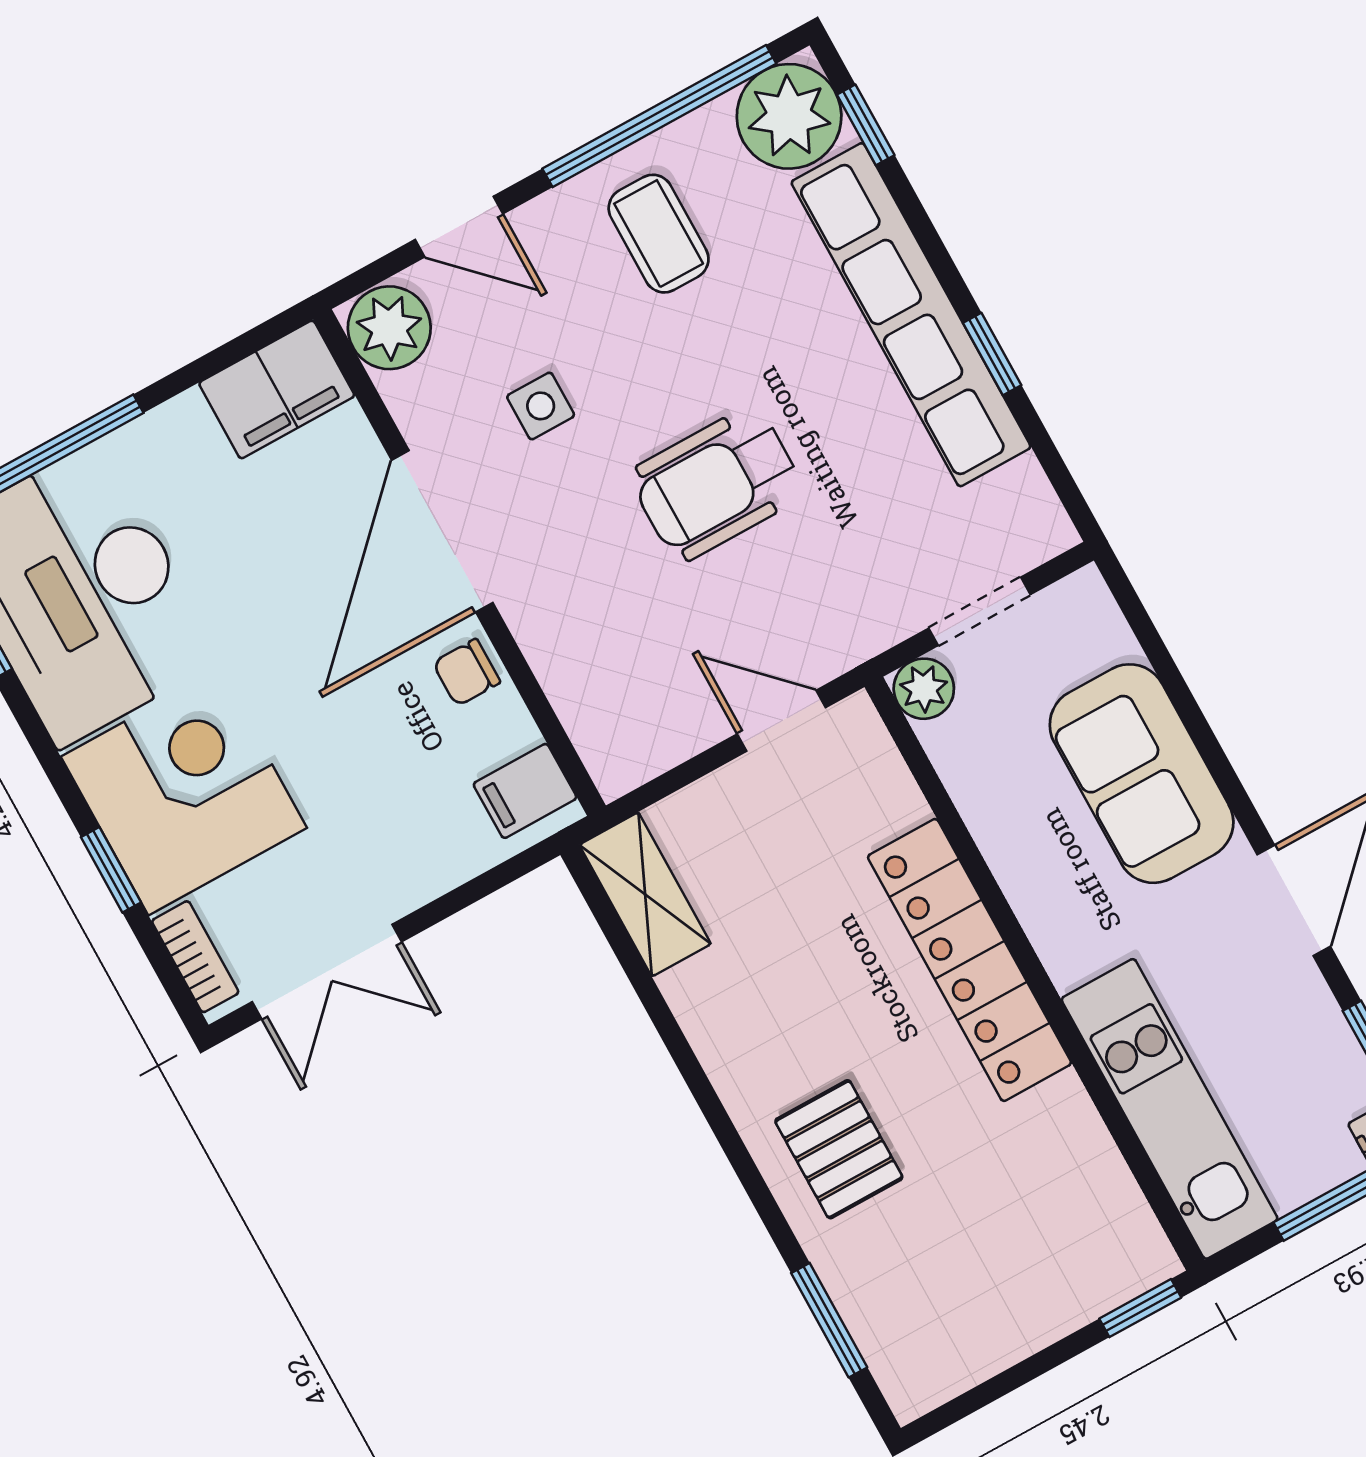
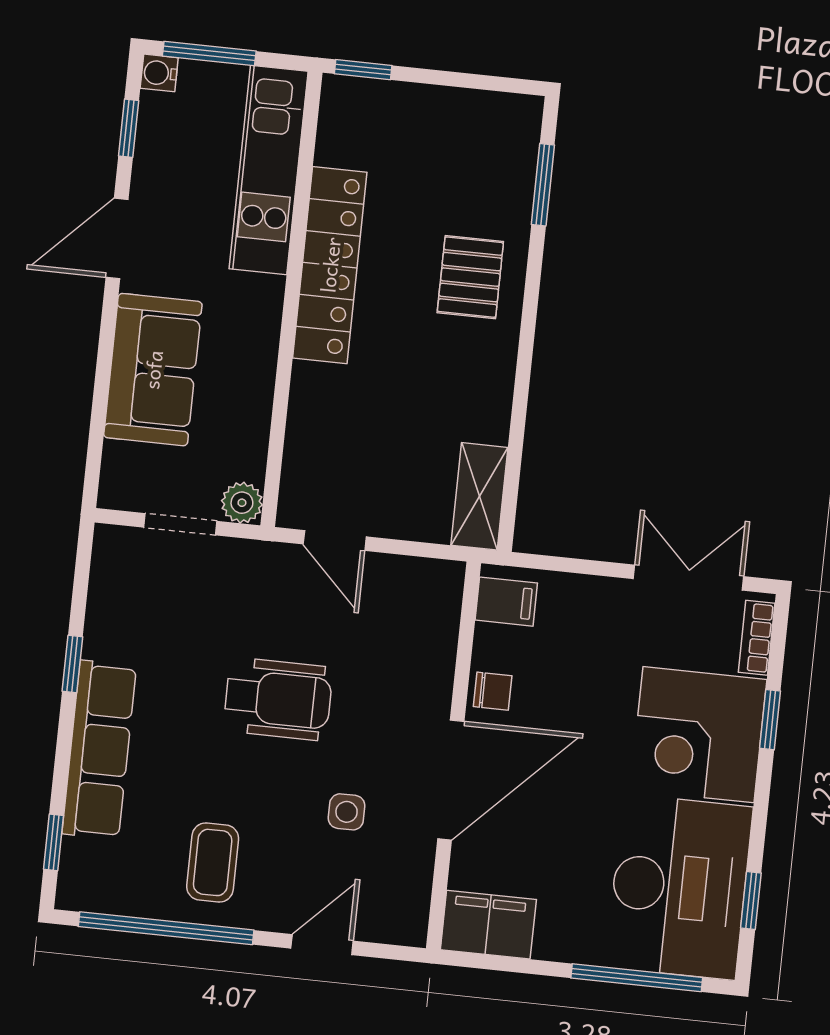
plant: (789, 116) -> (93, 877), removed
door: (459, 227) -> (322, 945), hinge flipped
row of seats: (911, 315) -> (99, 750), width x0.73
plant: (389, 328) -> (401, 915), removed
locker: (969, 960) -> (330, 265), moved

